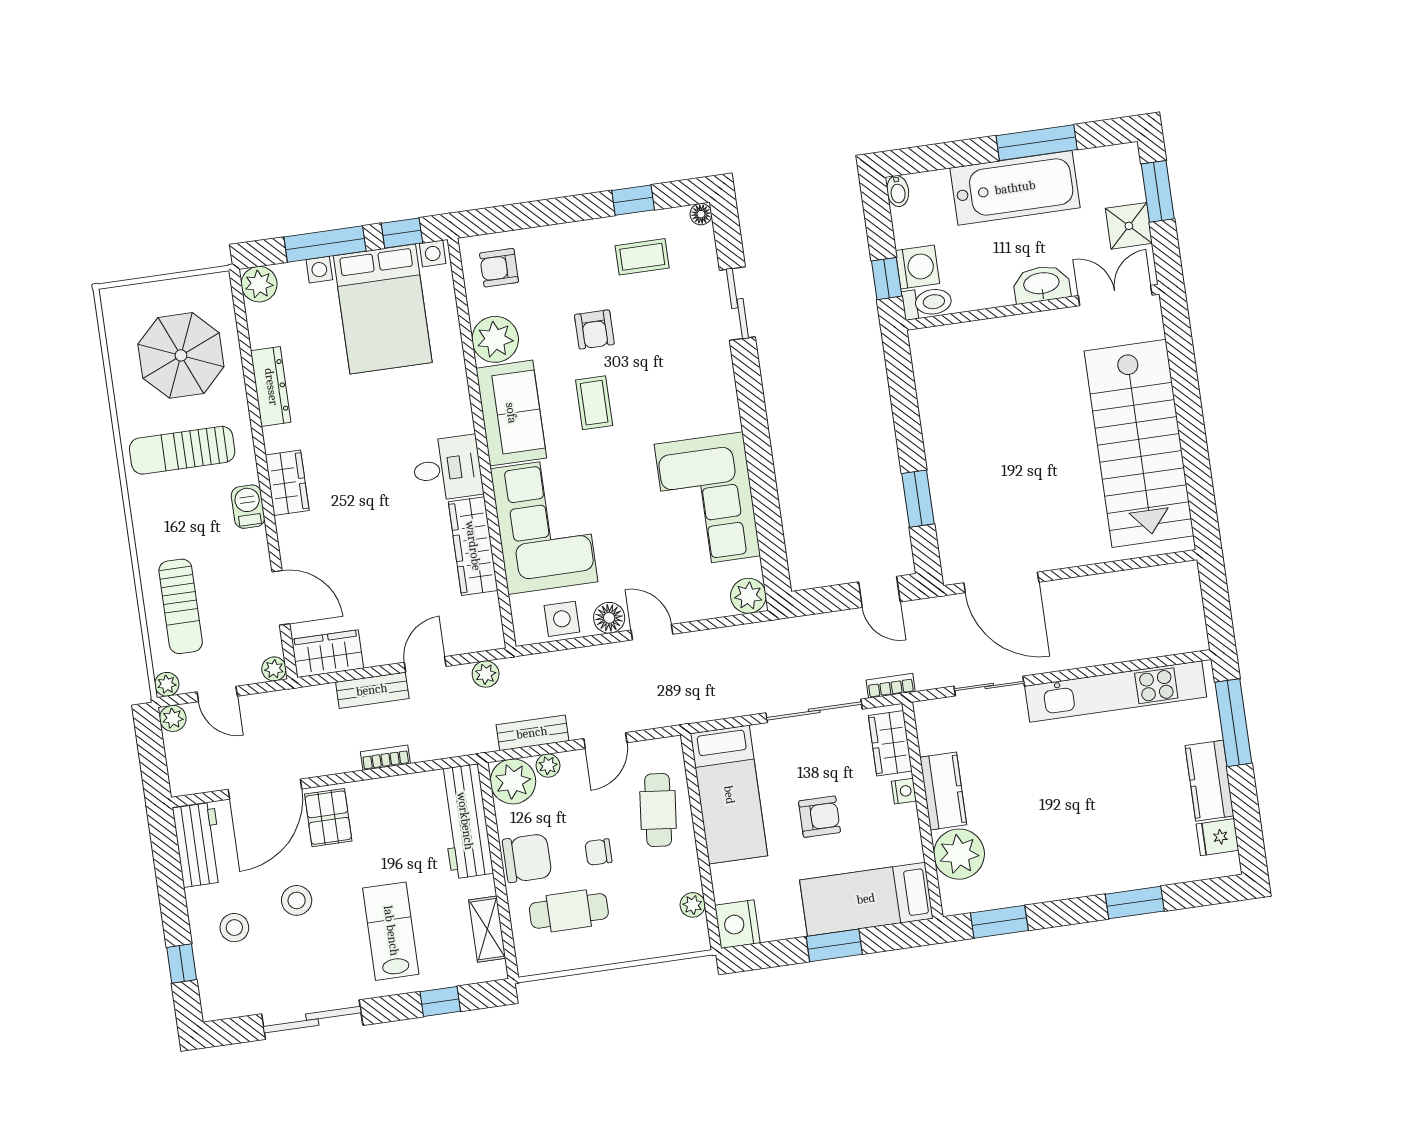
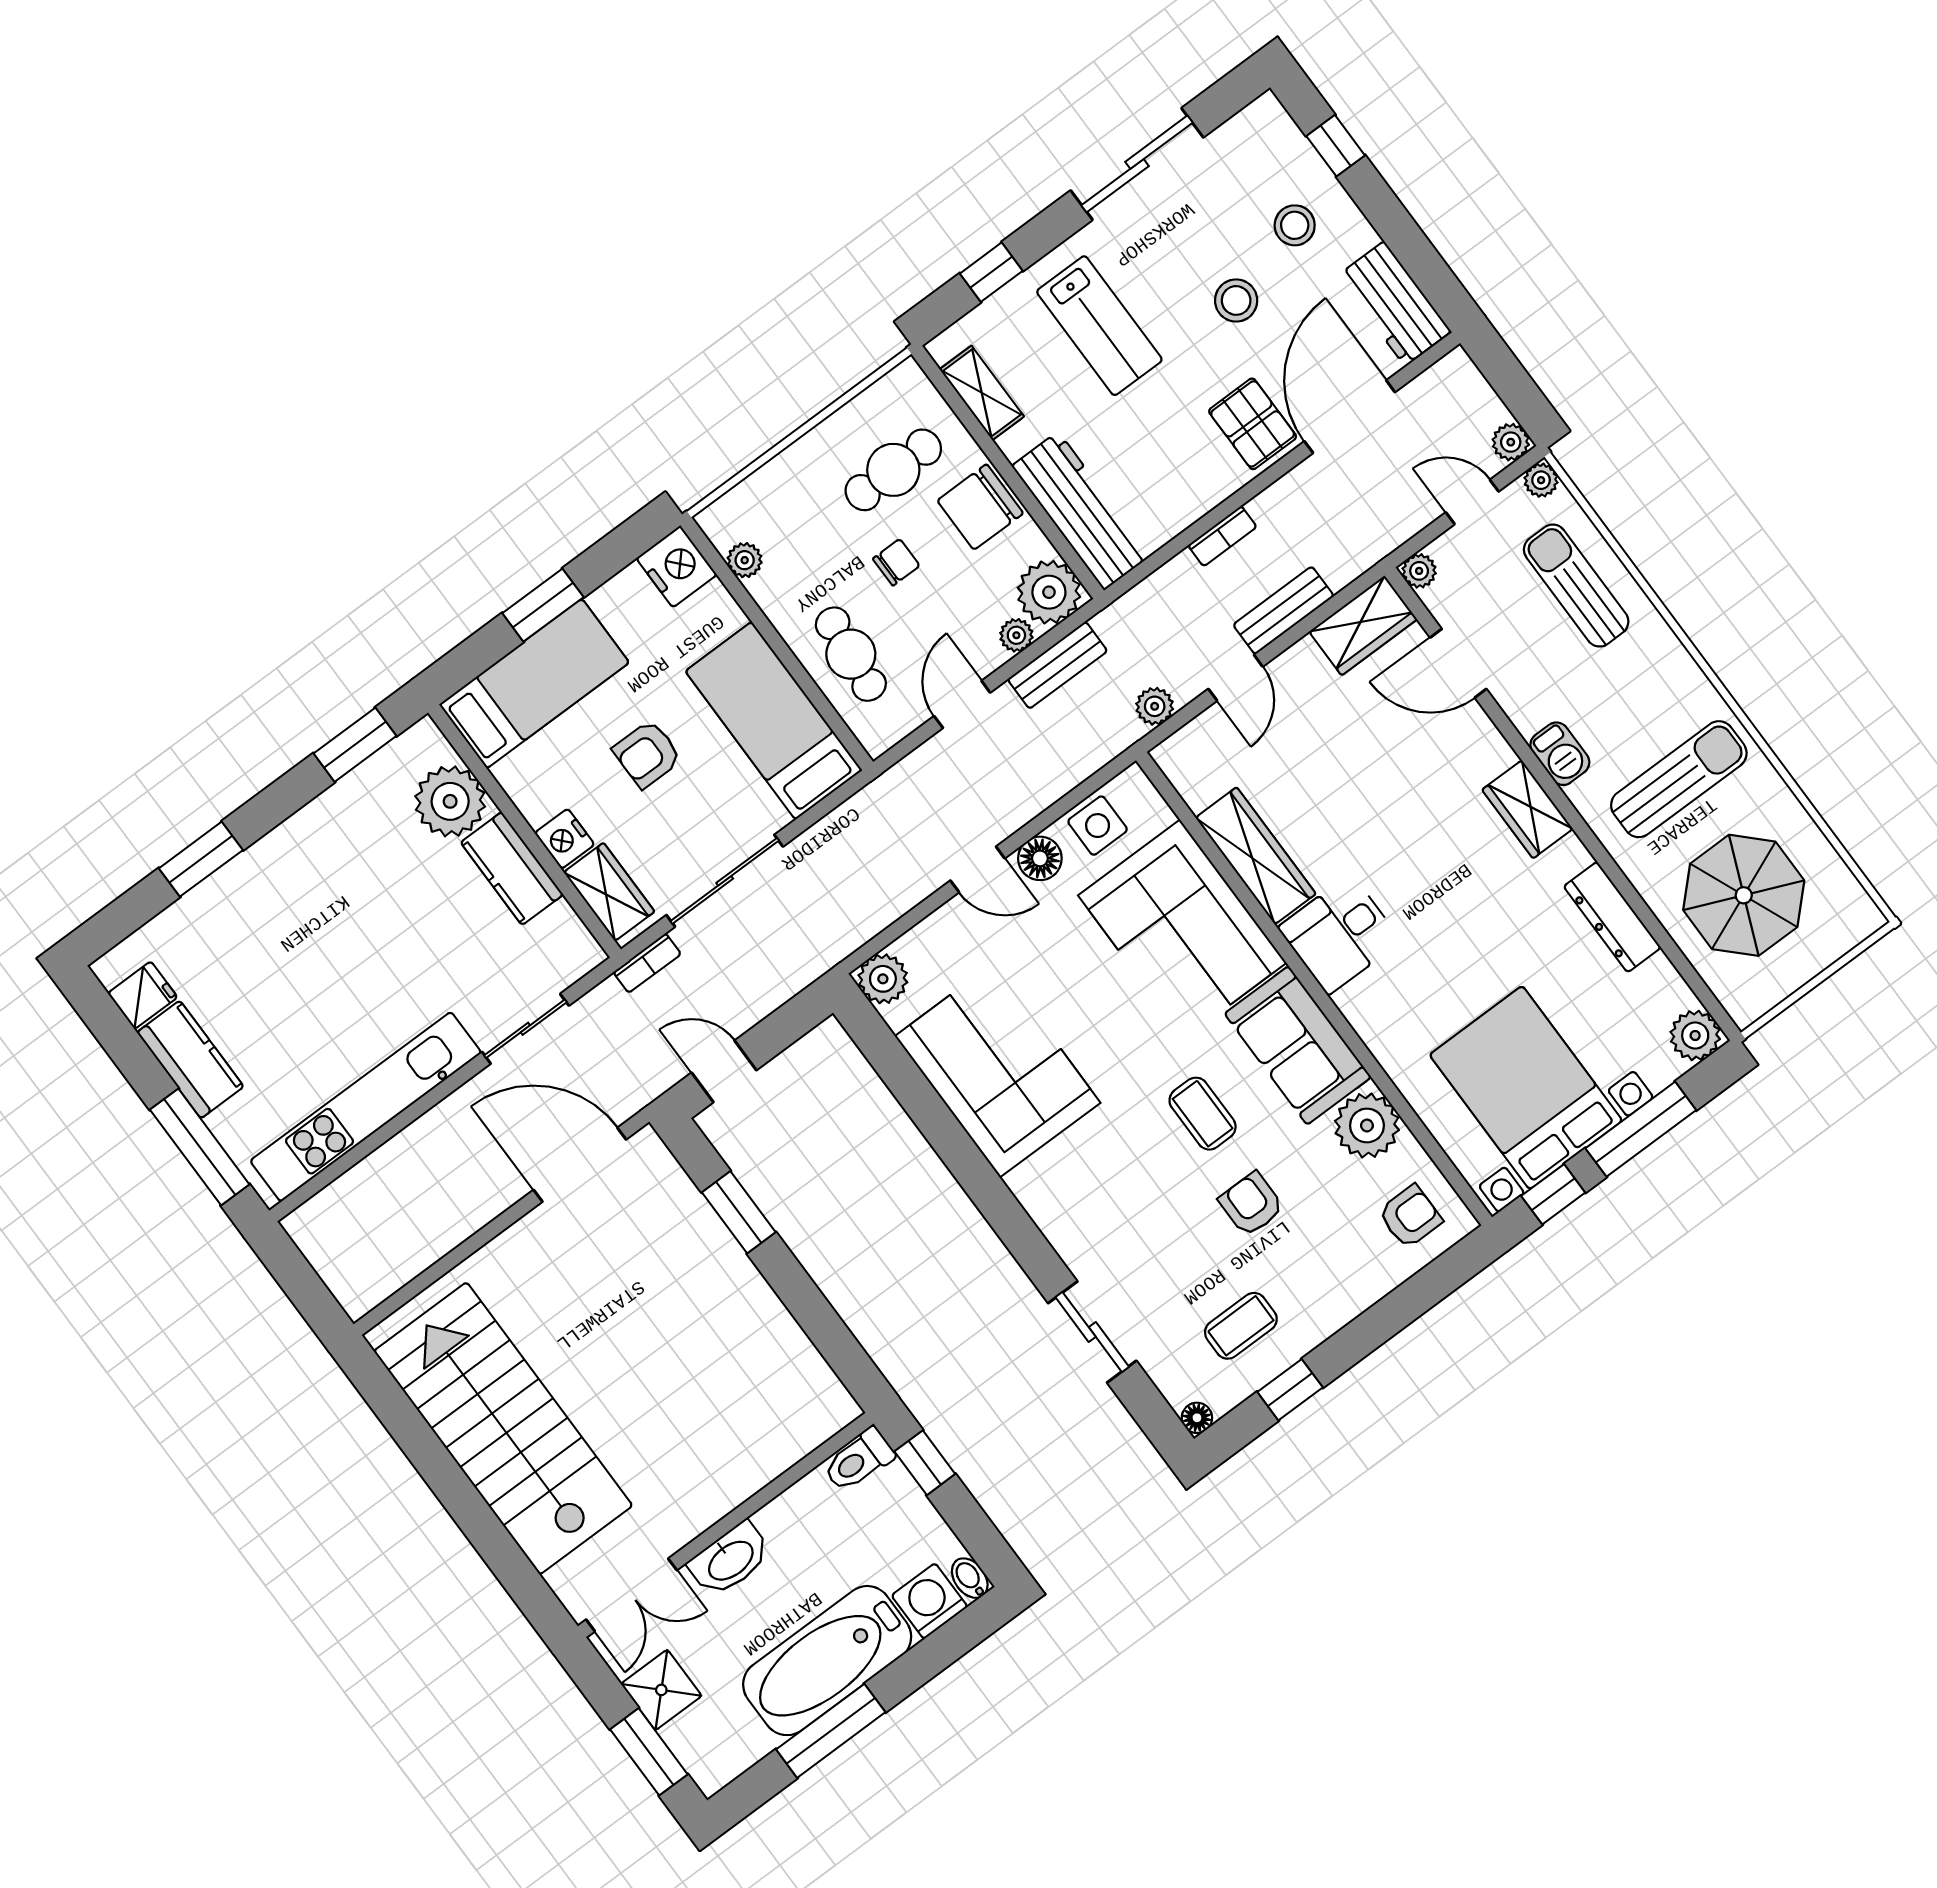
washing machine: (918, 267) -> (930, 1601), moved, turned 90
nightstand: (904, 791) -> (565, 839), width x1.39, depth x1.35

